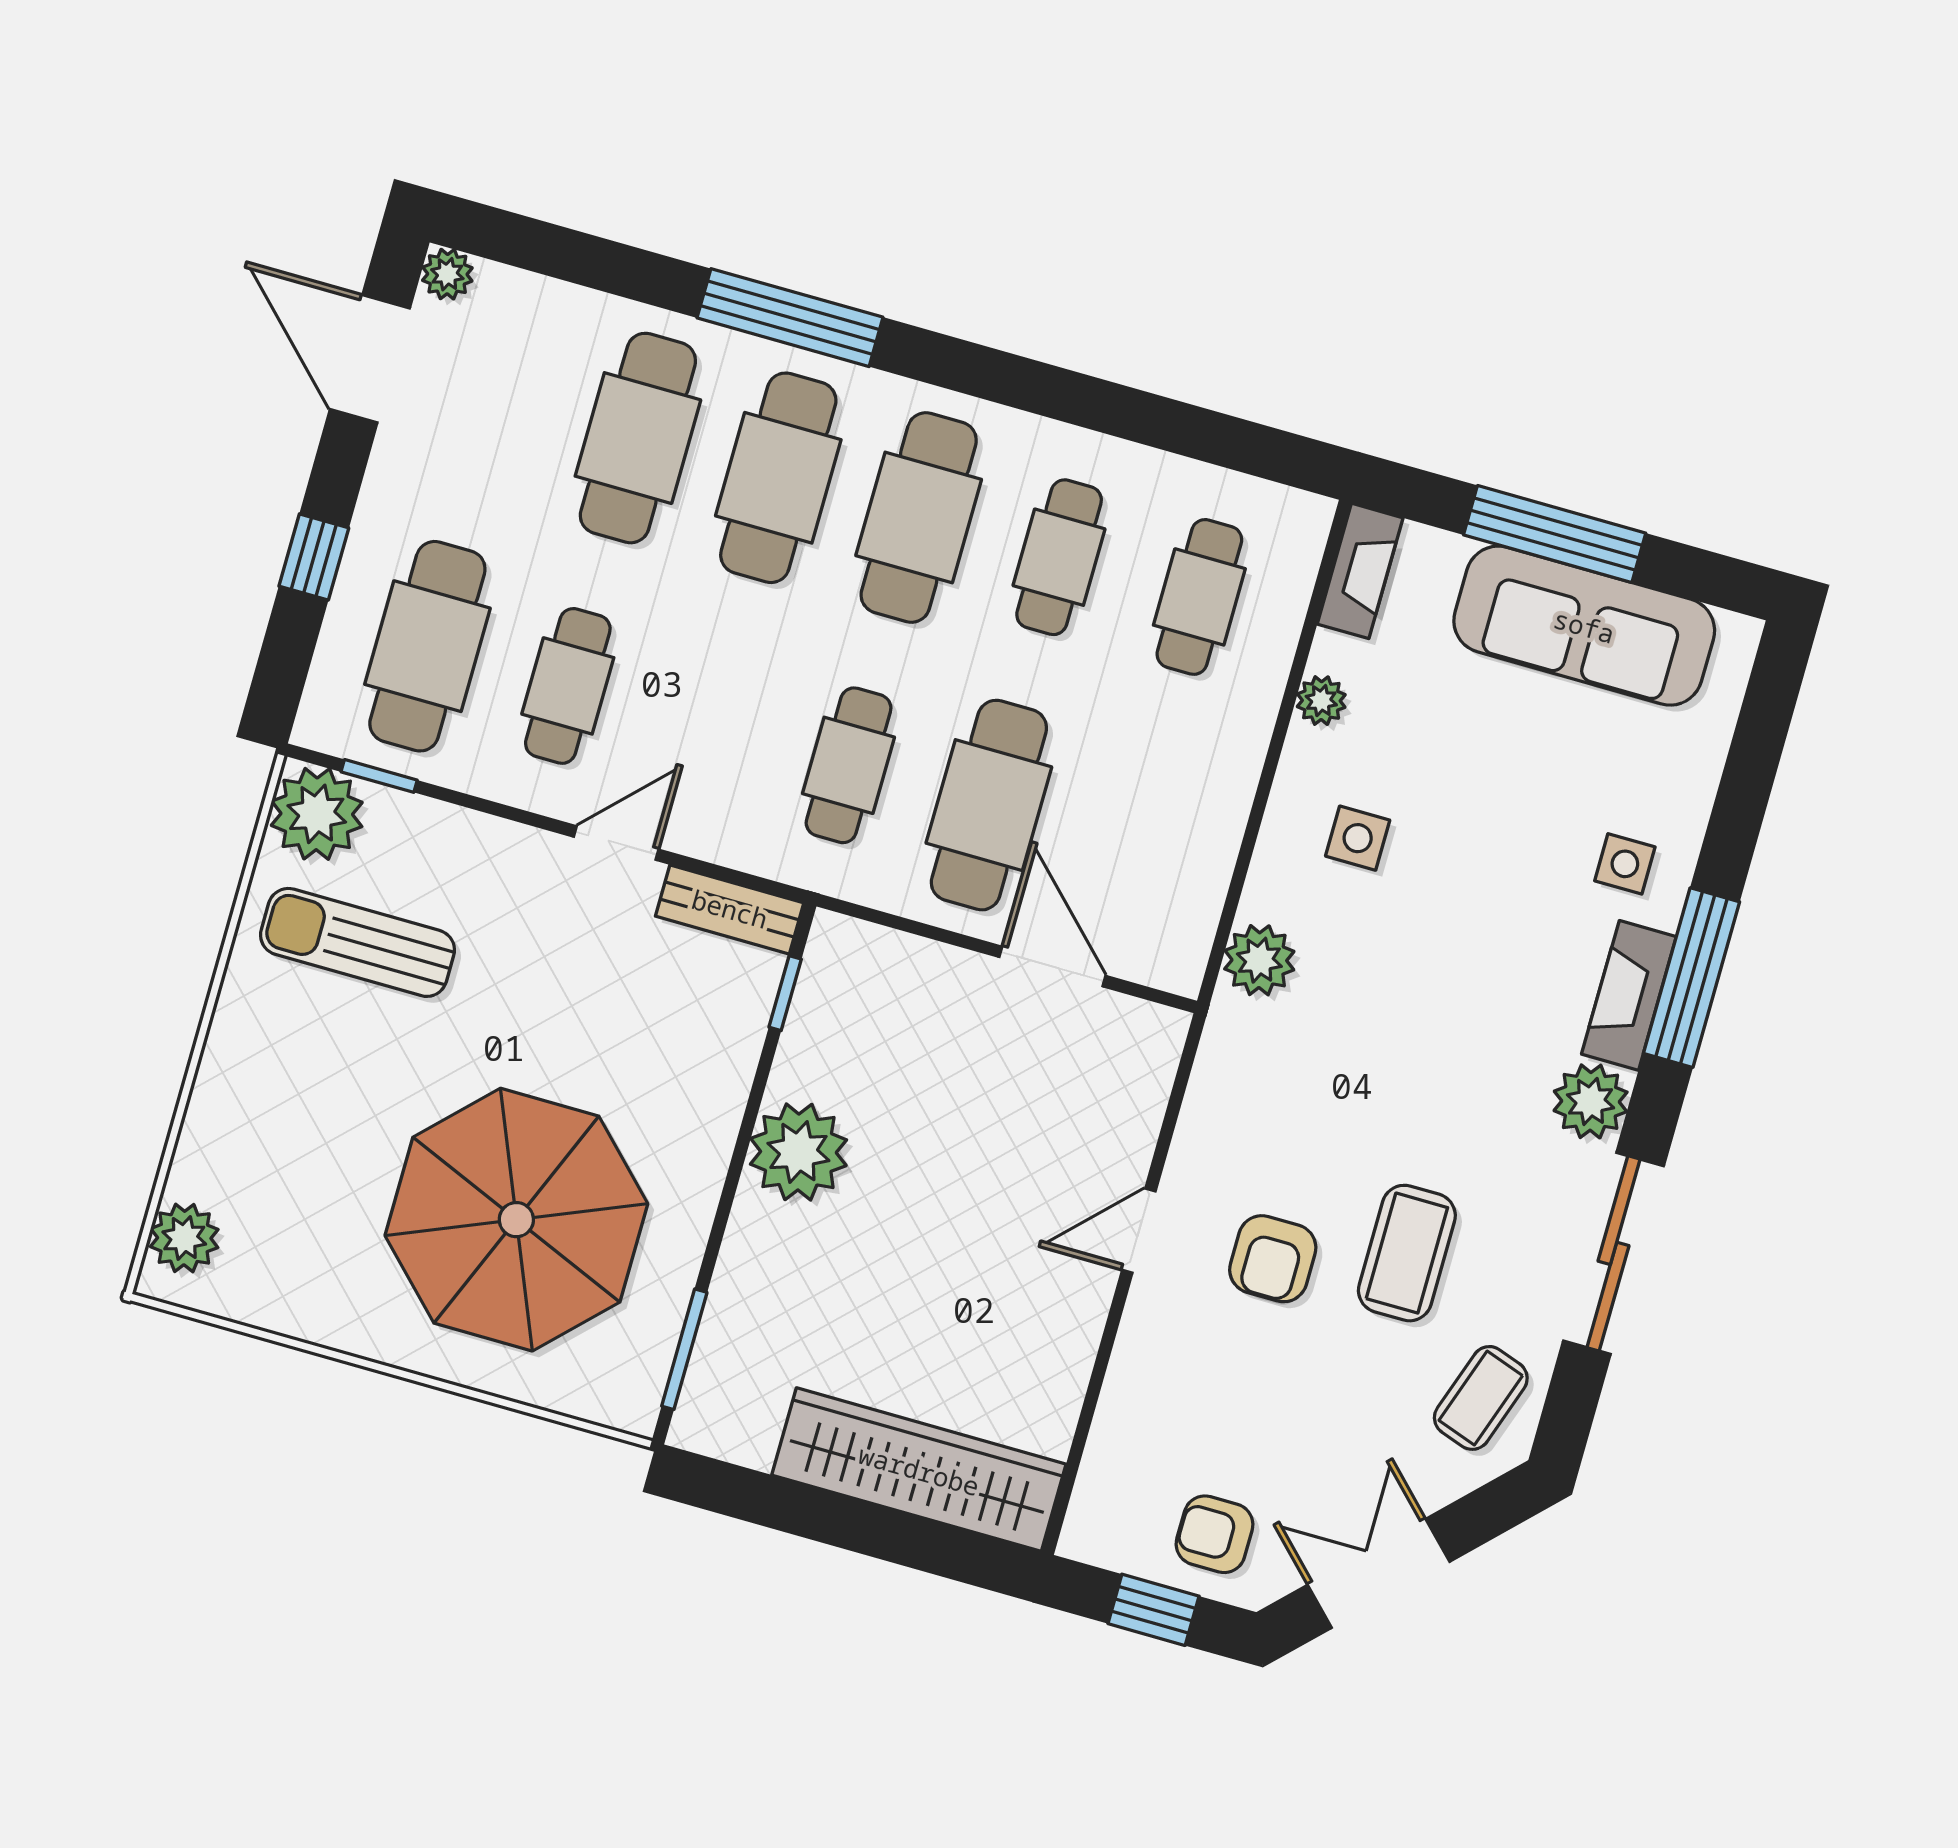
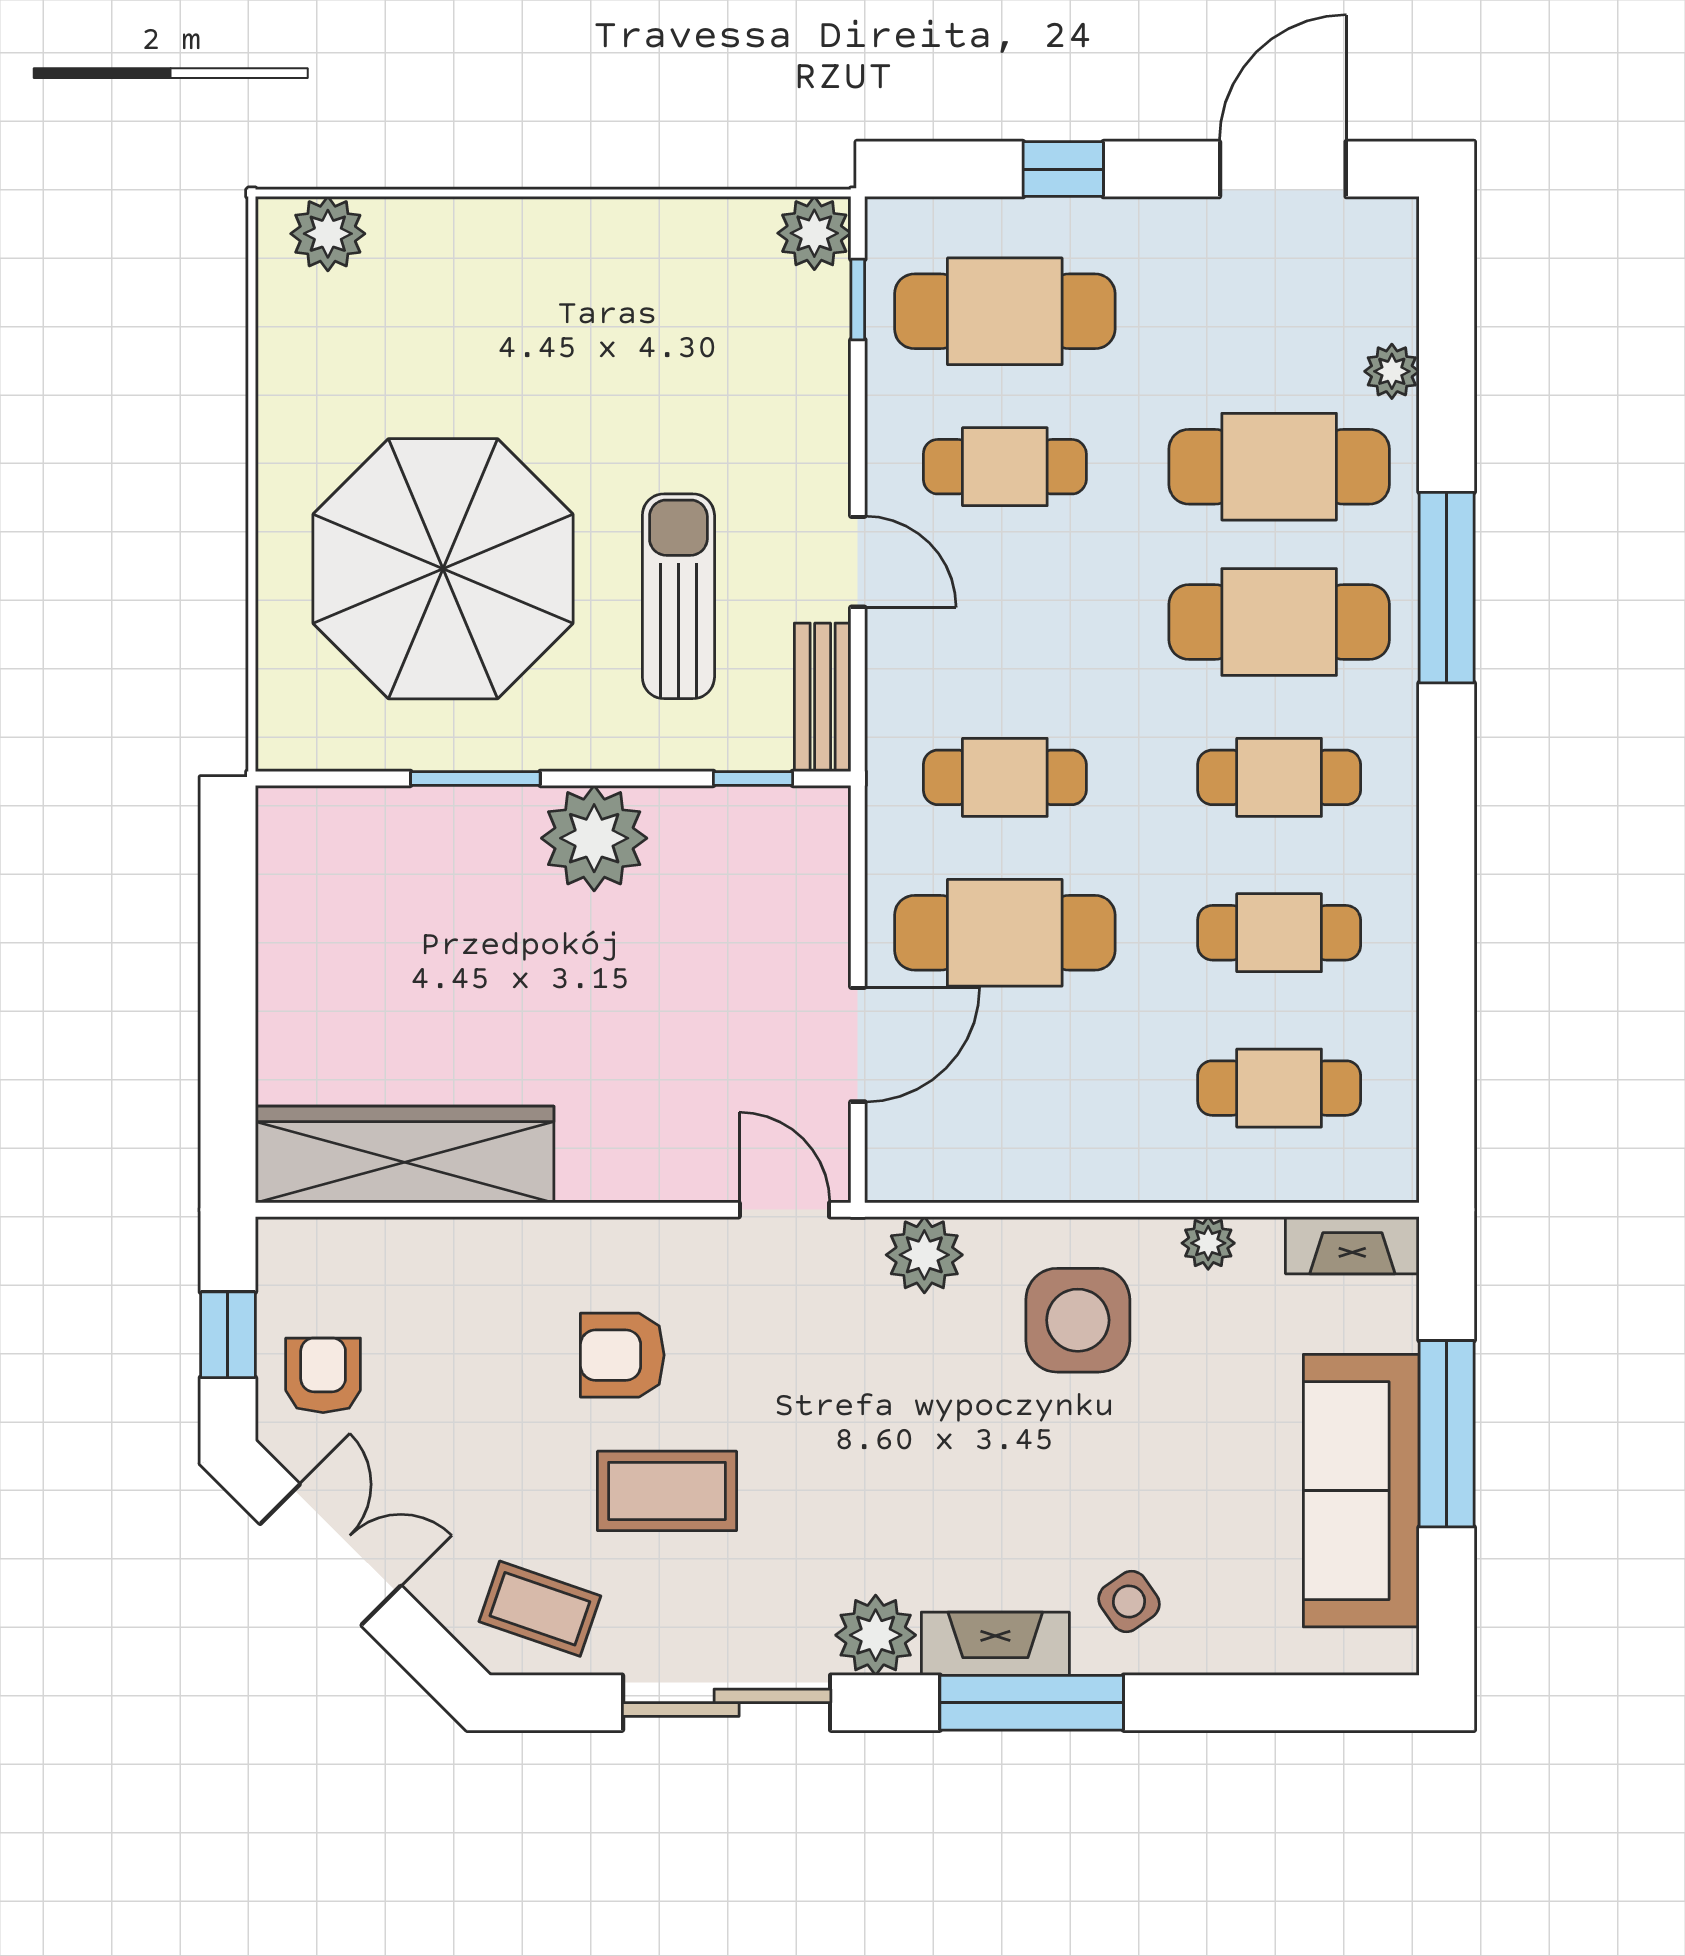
plant: (447, 274) -> (1392, 371), moved
cafe table: (919, 517) -> (1279, 777), width x0.73, depth x0.74
plant: (317, 814) -> (814, 233), width x0.73, depth x0.73
side table: (1358, 838) -> (1078, 1320), width x1.87, depth x1.87
side table: (1625, 864) -> (1129, 1601), turned -35
sun lounger: (358, 942) -> (678, 596), moved
door: (1139, 1231) -> (784, 1210), moved
window: (684, 1349) -> (475, 778), moved
wardrobe: (919, 1470) -> (405, 1155), moved, turned -90

